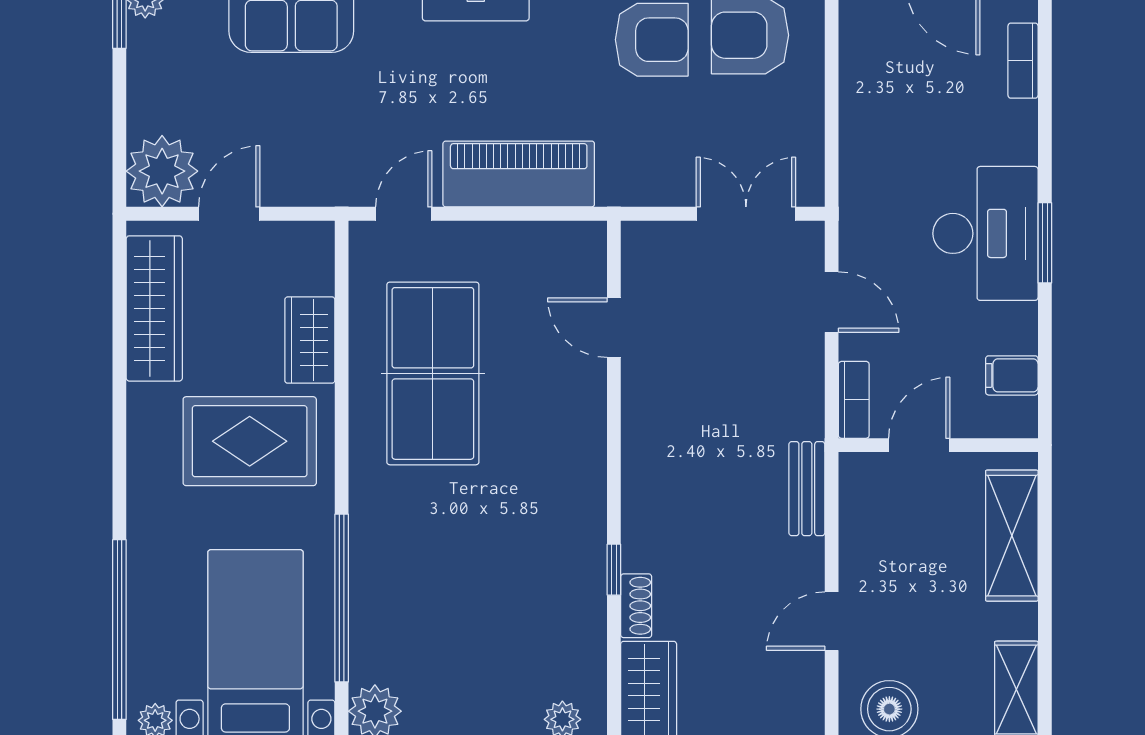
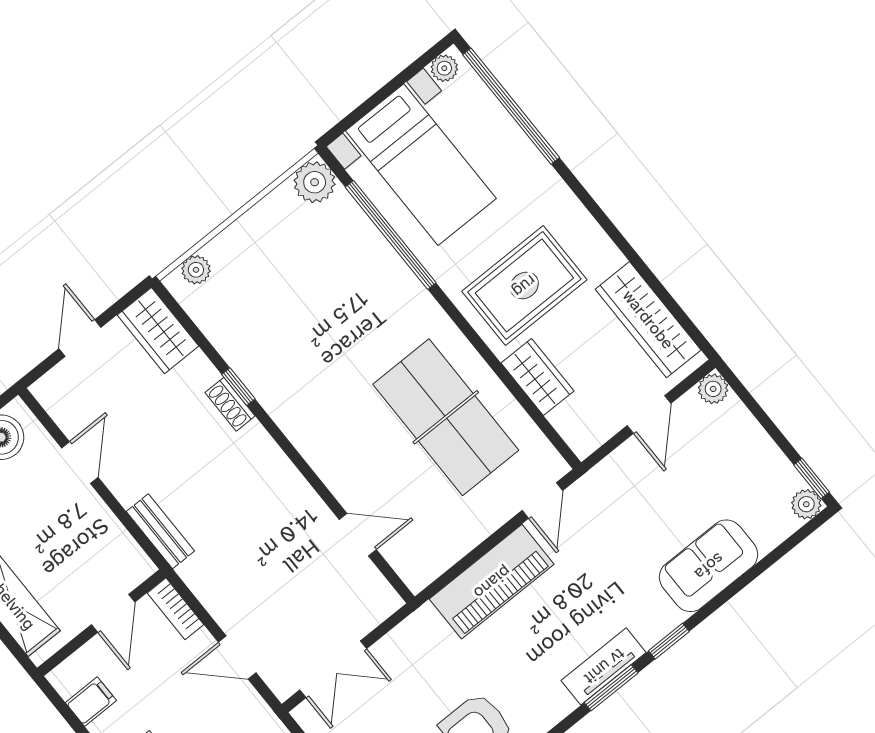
plant: (162, 171) -> (713, 389), width x0.53, depth x0.53
shoe rack: (636, 606) -> (230, 404), moved

